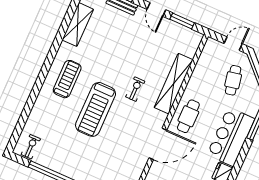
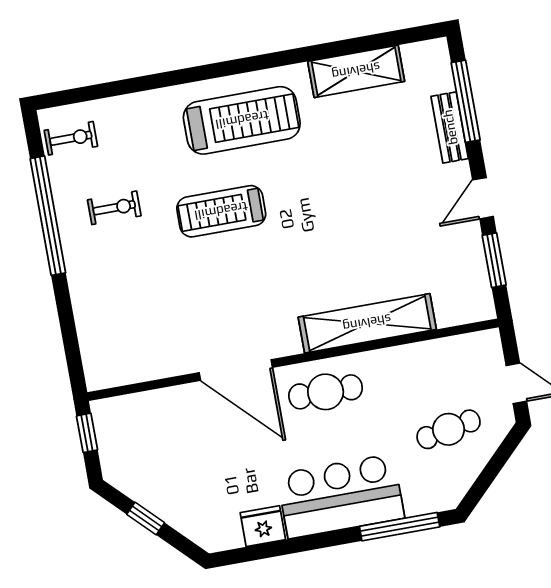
treadmill: (67, 79) -> (242, 120), width x1.37, depth x1.38
exercise bike: (135, 89) -> (114, 208), moved
treadmill: (96, 109) -> (221, 211), width x0.73, depth x0.73

